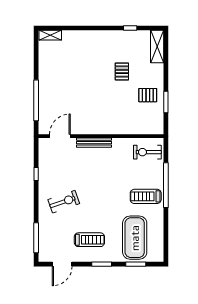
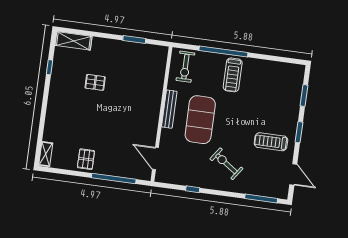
pallet: (148, 95) -> (86, 159), moved
bench: (94, 143) -> (169, 109), moved
exercise bike: (64, 202) -> (226, 164), turned -36
exercise mat: (135, 238) -> (200, 120), moved, turned 90
treadmill: (89, 240) -> (271, 142), turned -90

